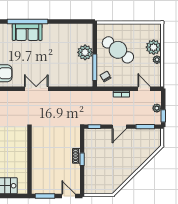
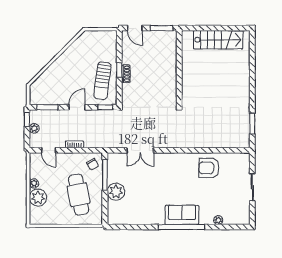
cafe table: (118, 50) -> (79, 195), turned 42
double door: (36, 89) -> (140, 150), moved
sun lounger: (97, 150) -> (102, 81), added

